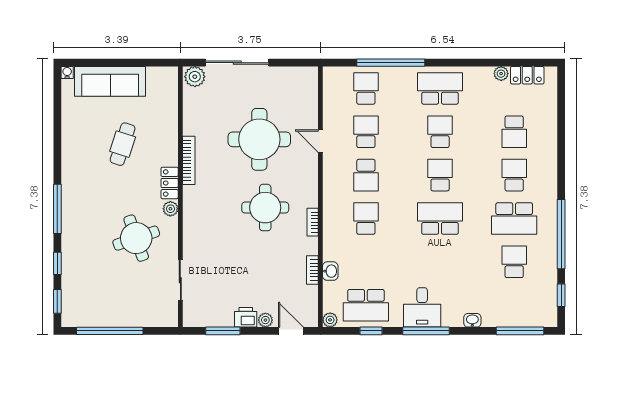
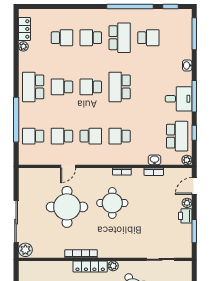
locker: (170, 183) -> (90, 266), width x1.53
school desk: (514, 262) -> (148, 38), turned 180

